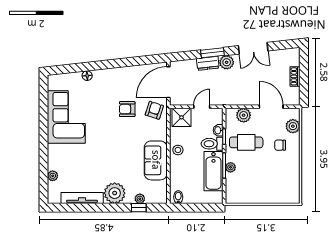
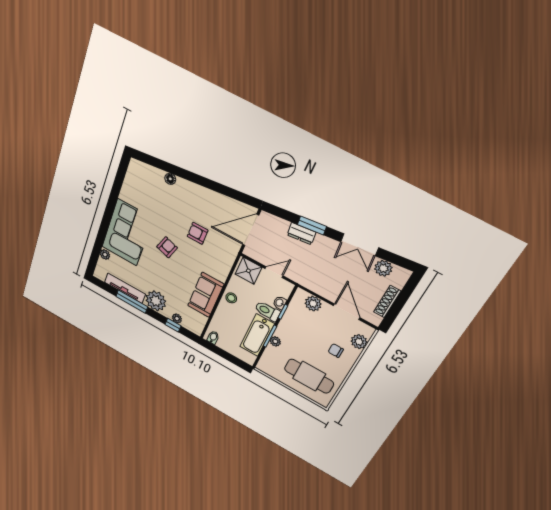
plant: (227, 62) -> (383, 268), moved
shoe rack: (295, 76) -> (387, 302), width x1.43
armchair: (154, 110) -> (167, 247), moved
corner sofa: (66, 117) -> (127, 233), moved
cafe table: (246, 142) -> (309, 376), moved, width x1.37, depth x1.35
window: (93, 208) -> (132, 302), added

